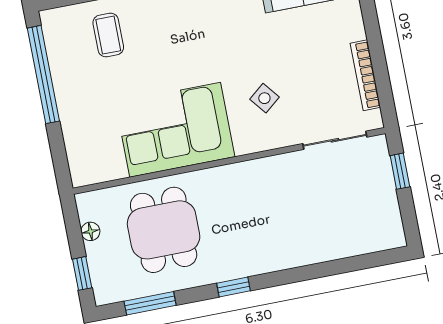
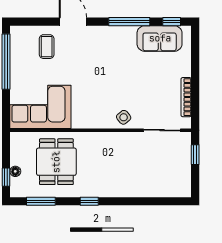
side table: (264, 98) -> (124, 117), moved
corner sofa: (175, 130) -> (40, 107), moved
floor lamp: (90, 231) -> (15, 171), moved

